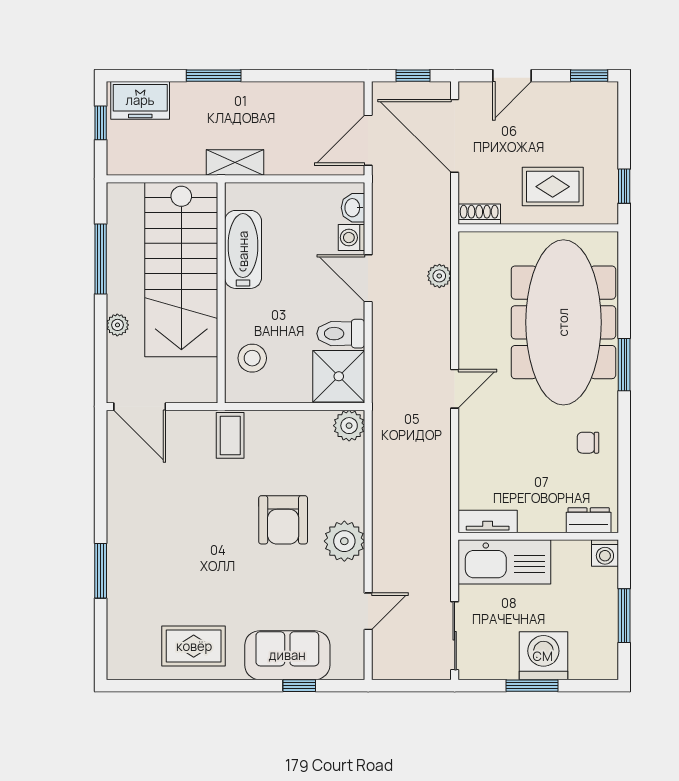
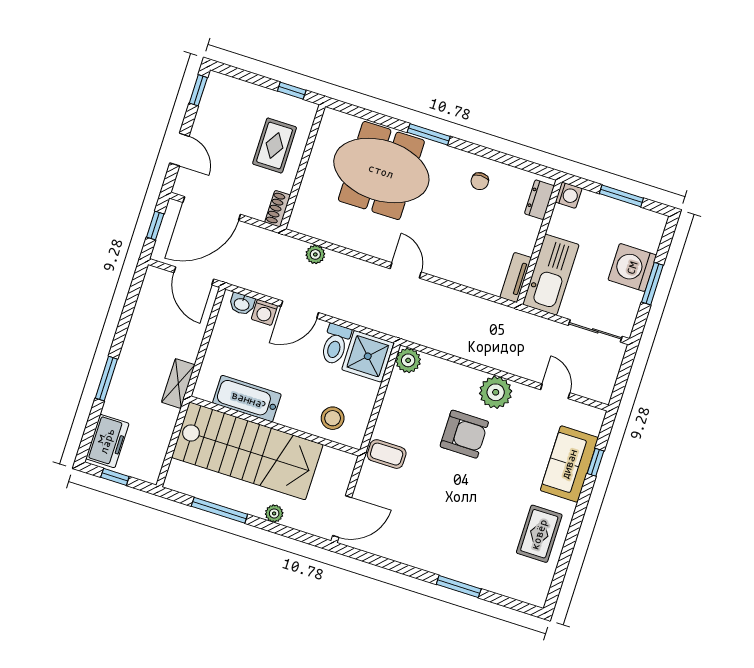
meeting table: (563, 322) -> (381, 171), width x0.73

